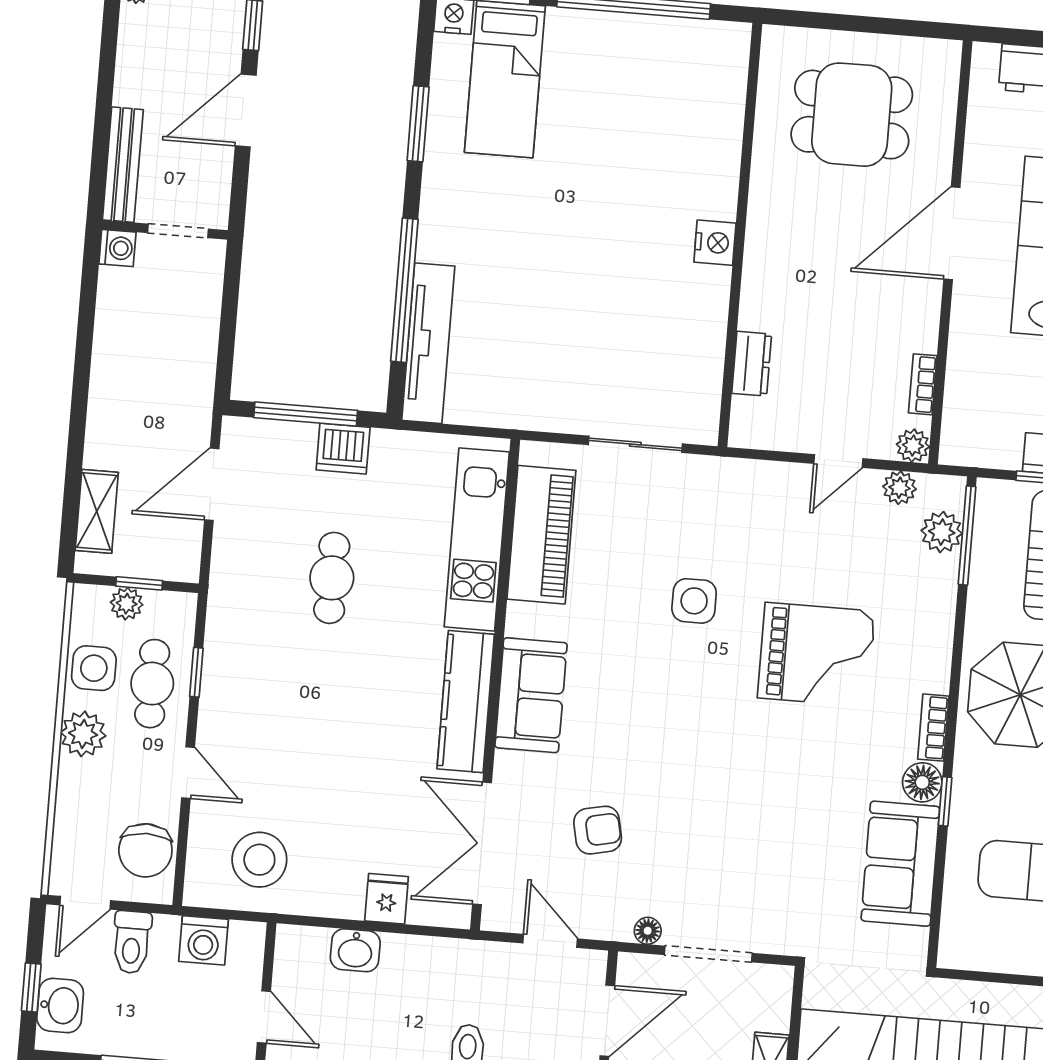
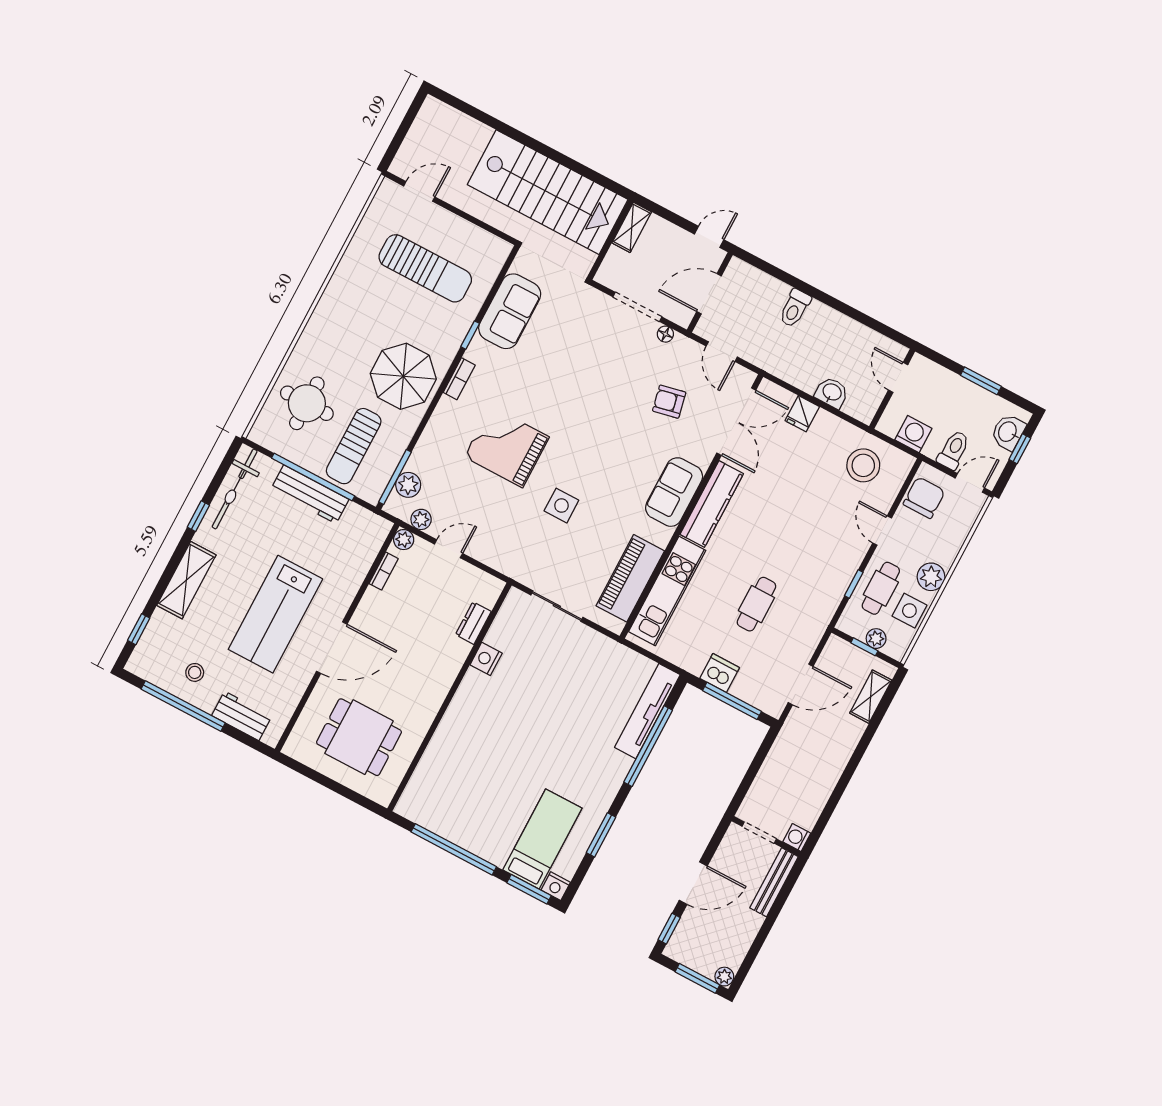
nightstand: (715, 243) -> (486, 659), moved
floor lamp: (922, 782) -> (478, 351), removed

